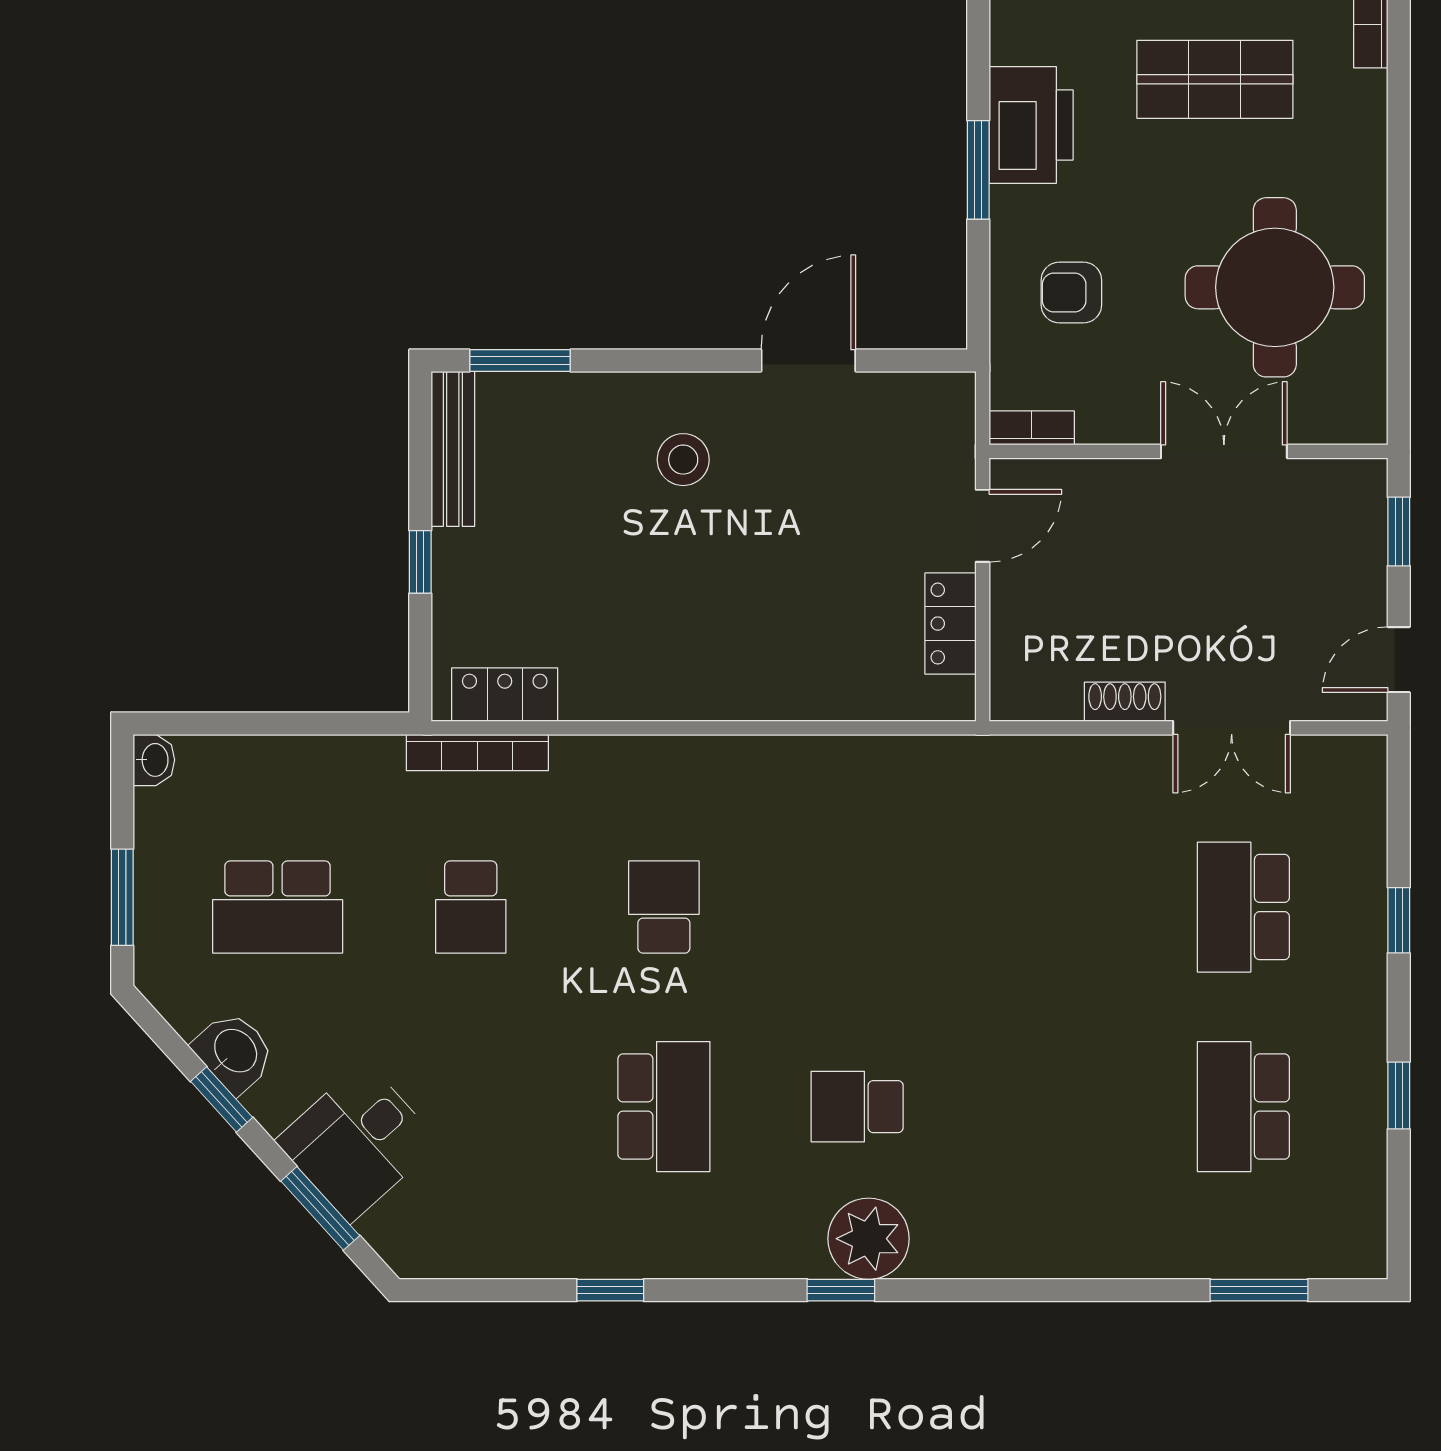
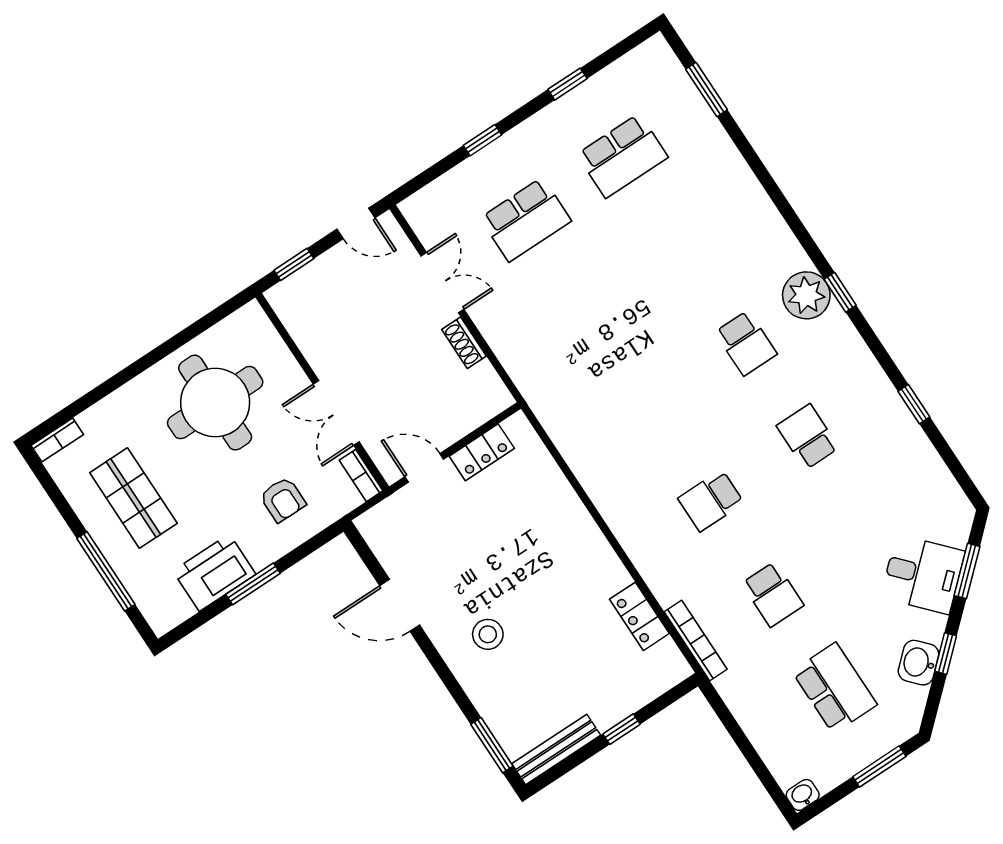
double door: (1224, 451) -> (336, 413), moved
locker: (505, 695) -> (639, 616), moved
school desk: (471, 907) -> (773, 594), turned 90
school desk: (664, 1107) -> (808, 437), width x0.54

